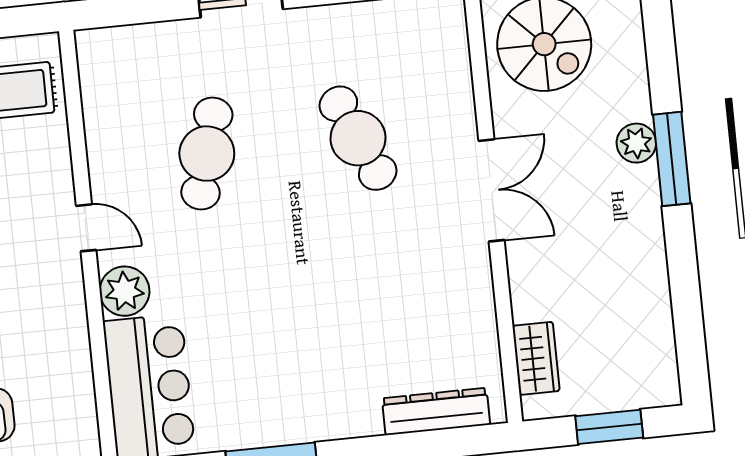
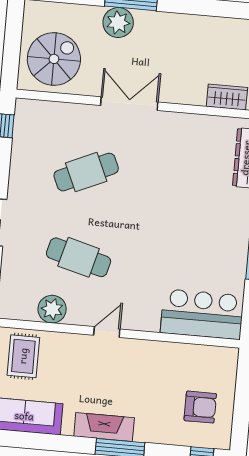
plant: (636, 143) -> (118, 23), width x1.36, depth x1.36
plant: (125, 291) -> (52, 309), moved

